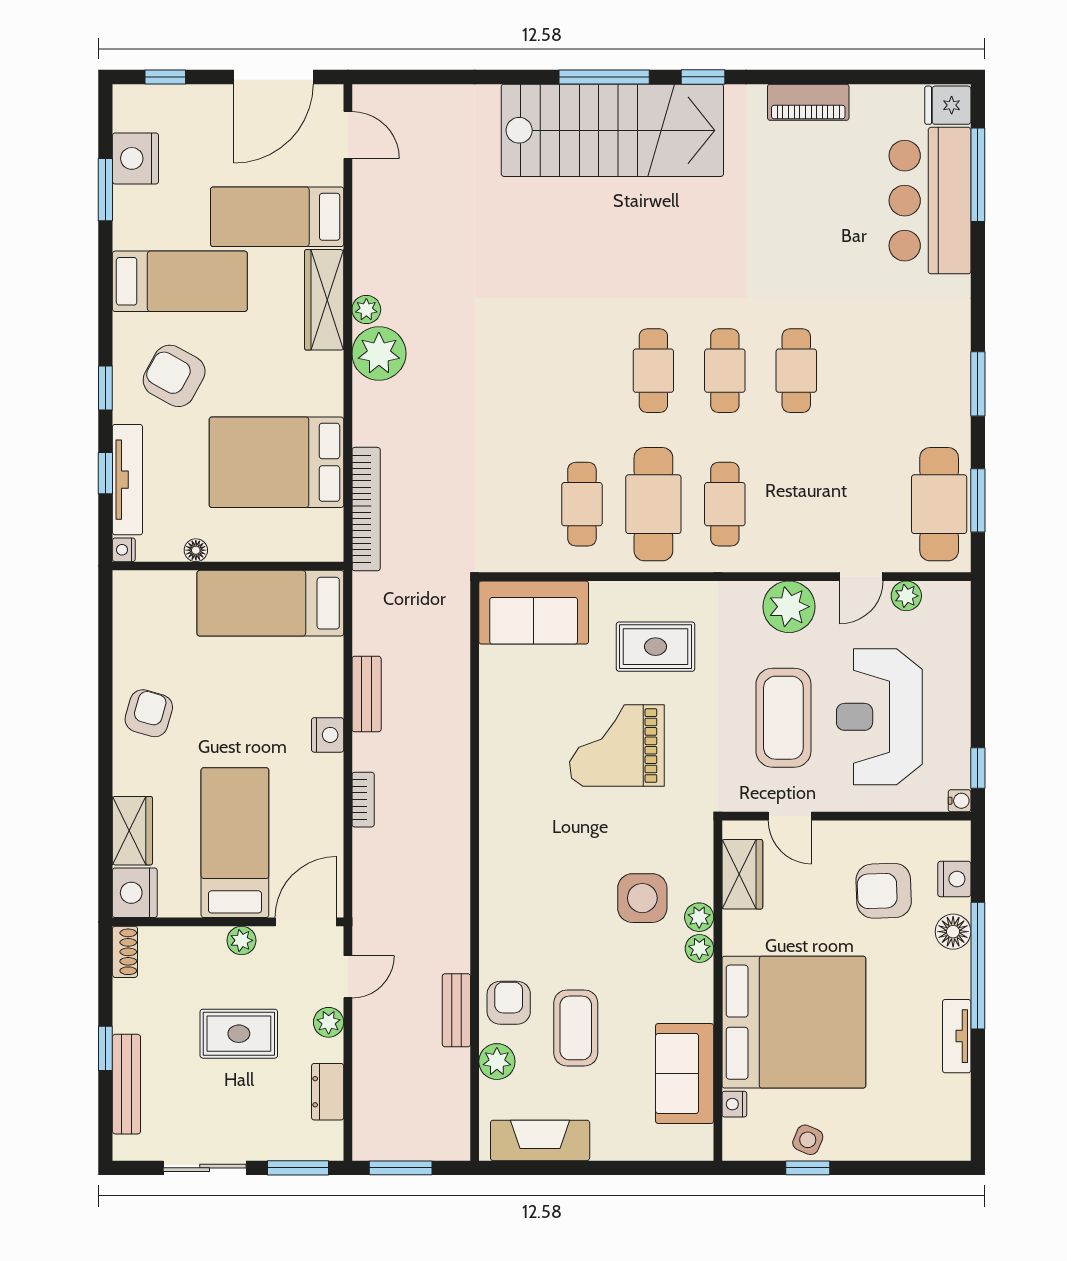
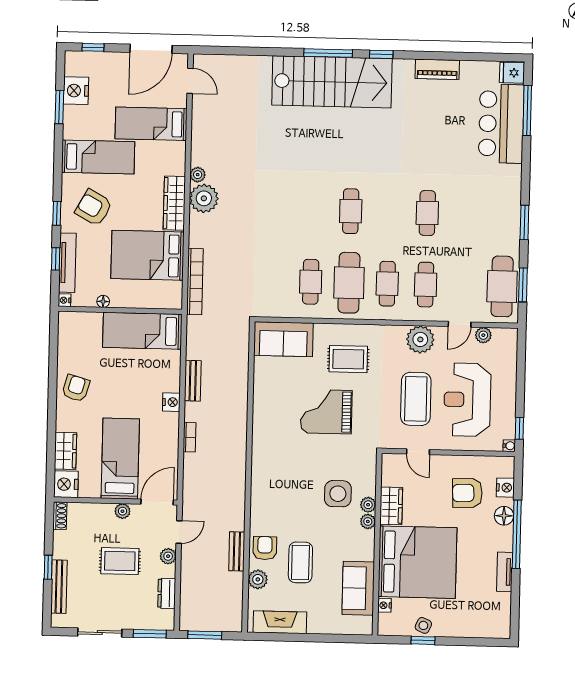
wardrobe: (324, 300) -> (174, 203), moved
cafe table: (725, 371) -> (426, 285), moved
wardrobe: (742, 874) -> (391, 506), moved

